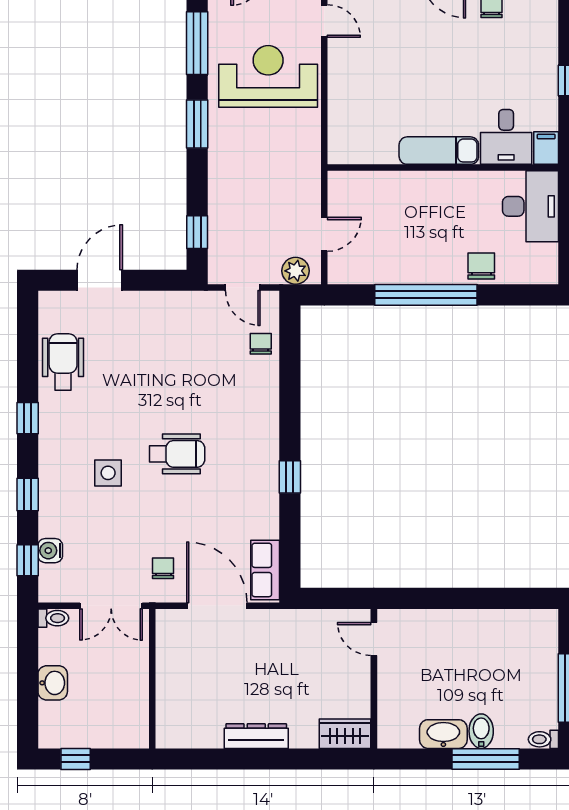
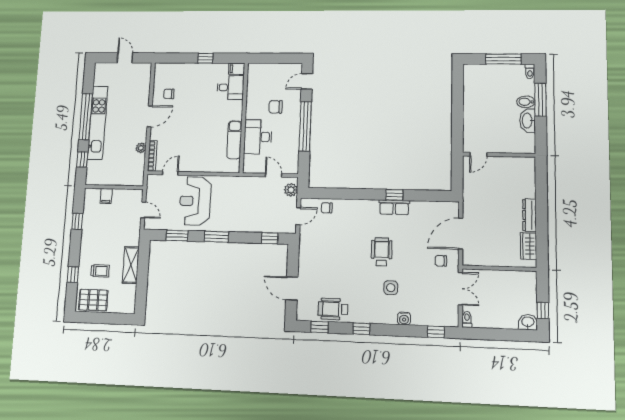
window: (197, 43) -> (177, 236), width x0.69
exam couch: (439, 151) -> (234, 140), moved
desk: (531, 206) -> (258, 137), moved, turned -90
chair: (481, 266) -> (276, 107), moved
door: (520, 295) -> (307, 81), added
window: (28, 494) -> (320, 327), moved
water cooler: (50, 551) -> (404, 319), moved
row of seats: (265, 570) -> (394, 207), moved
washbasin: (53, 683) -> (528, 322), moved
wardrobe: (345, 734) -> (528, 246), moved

